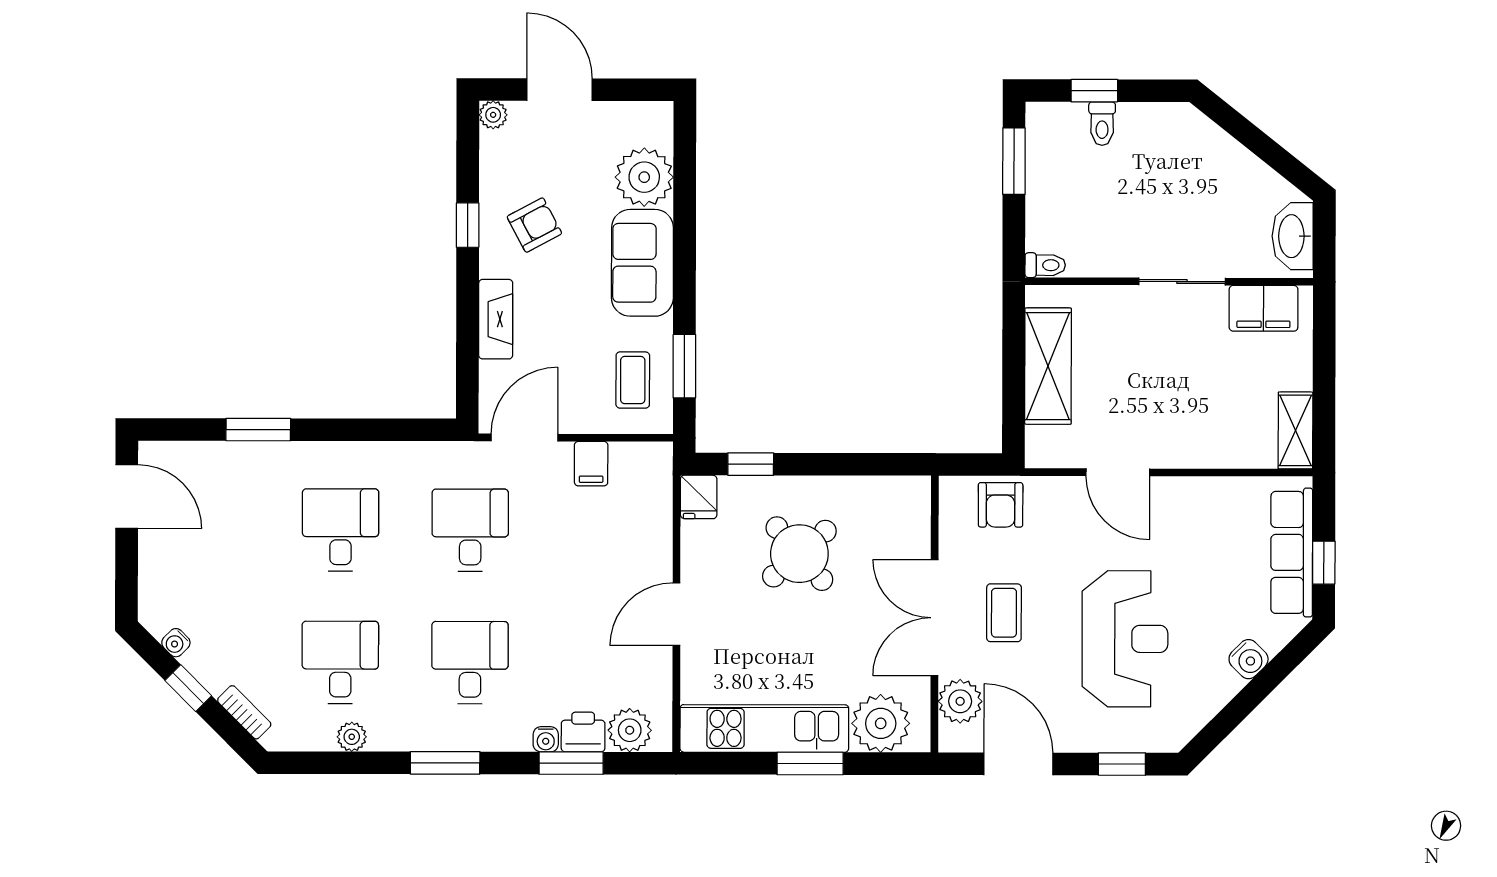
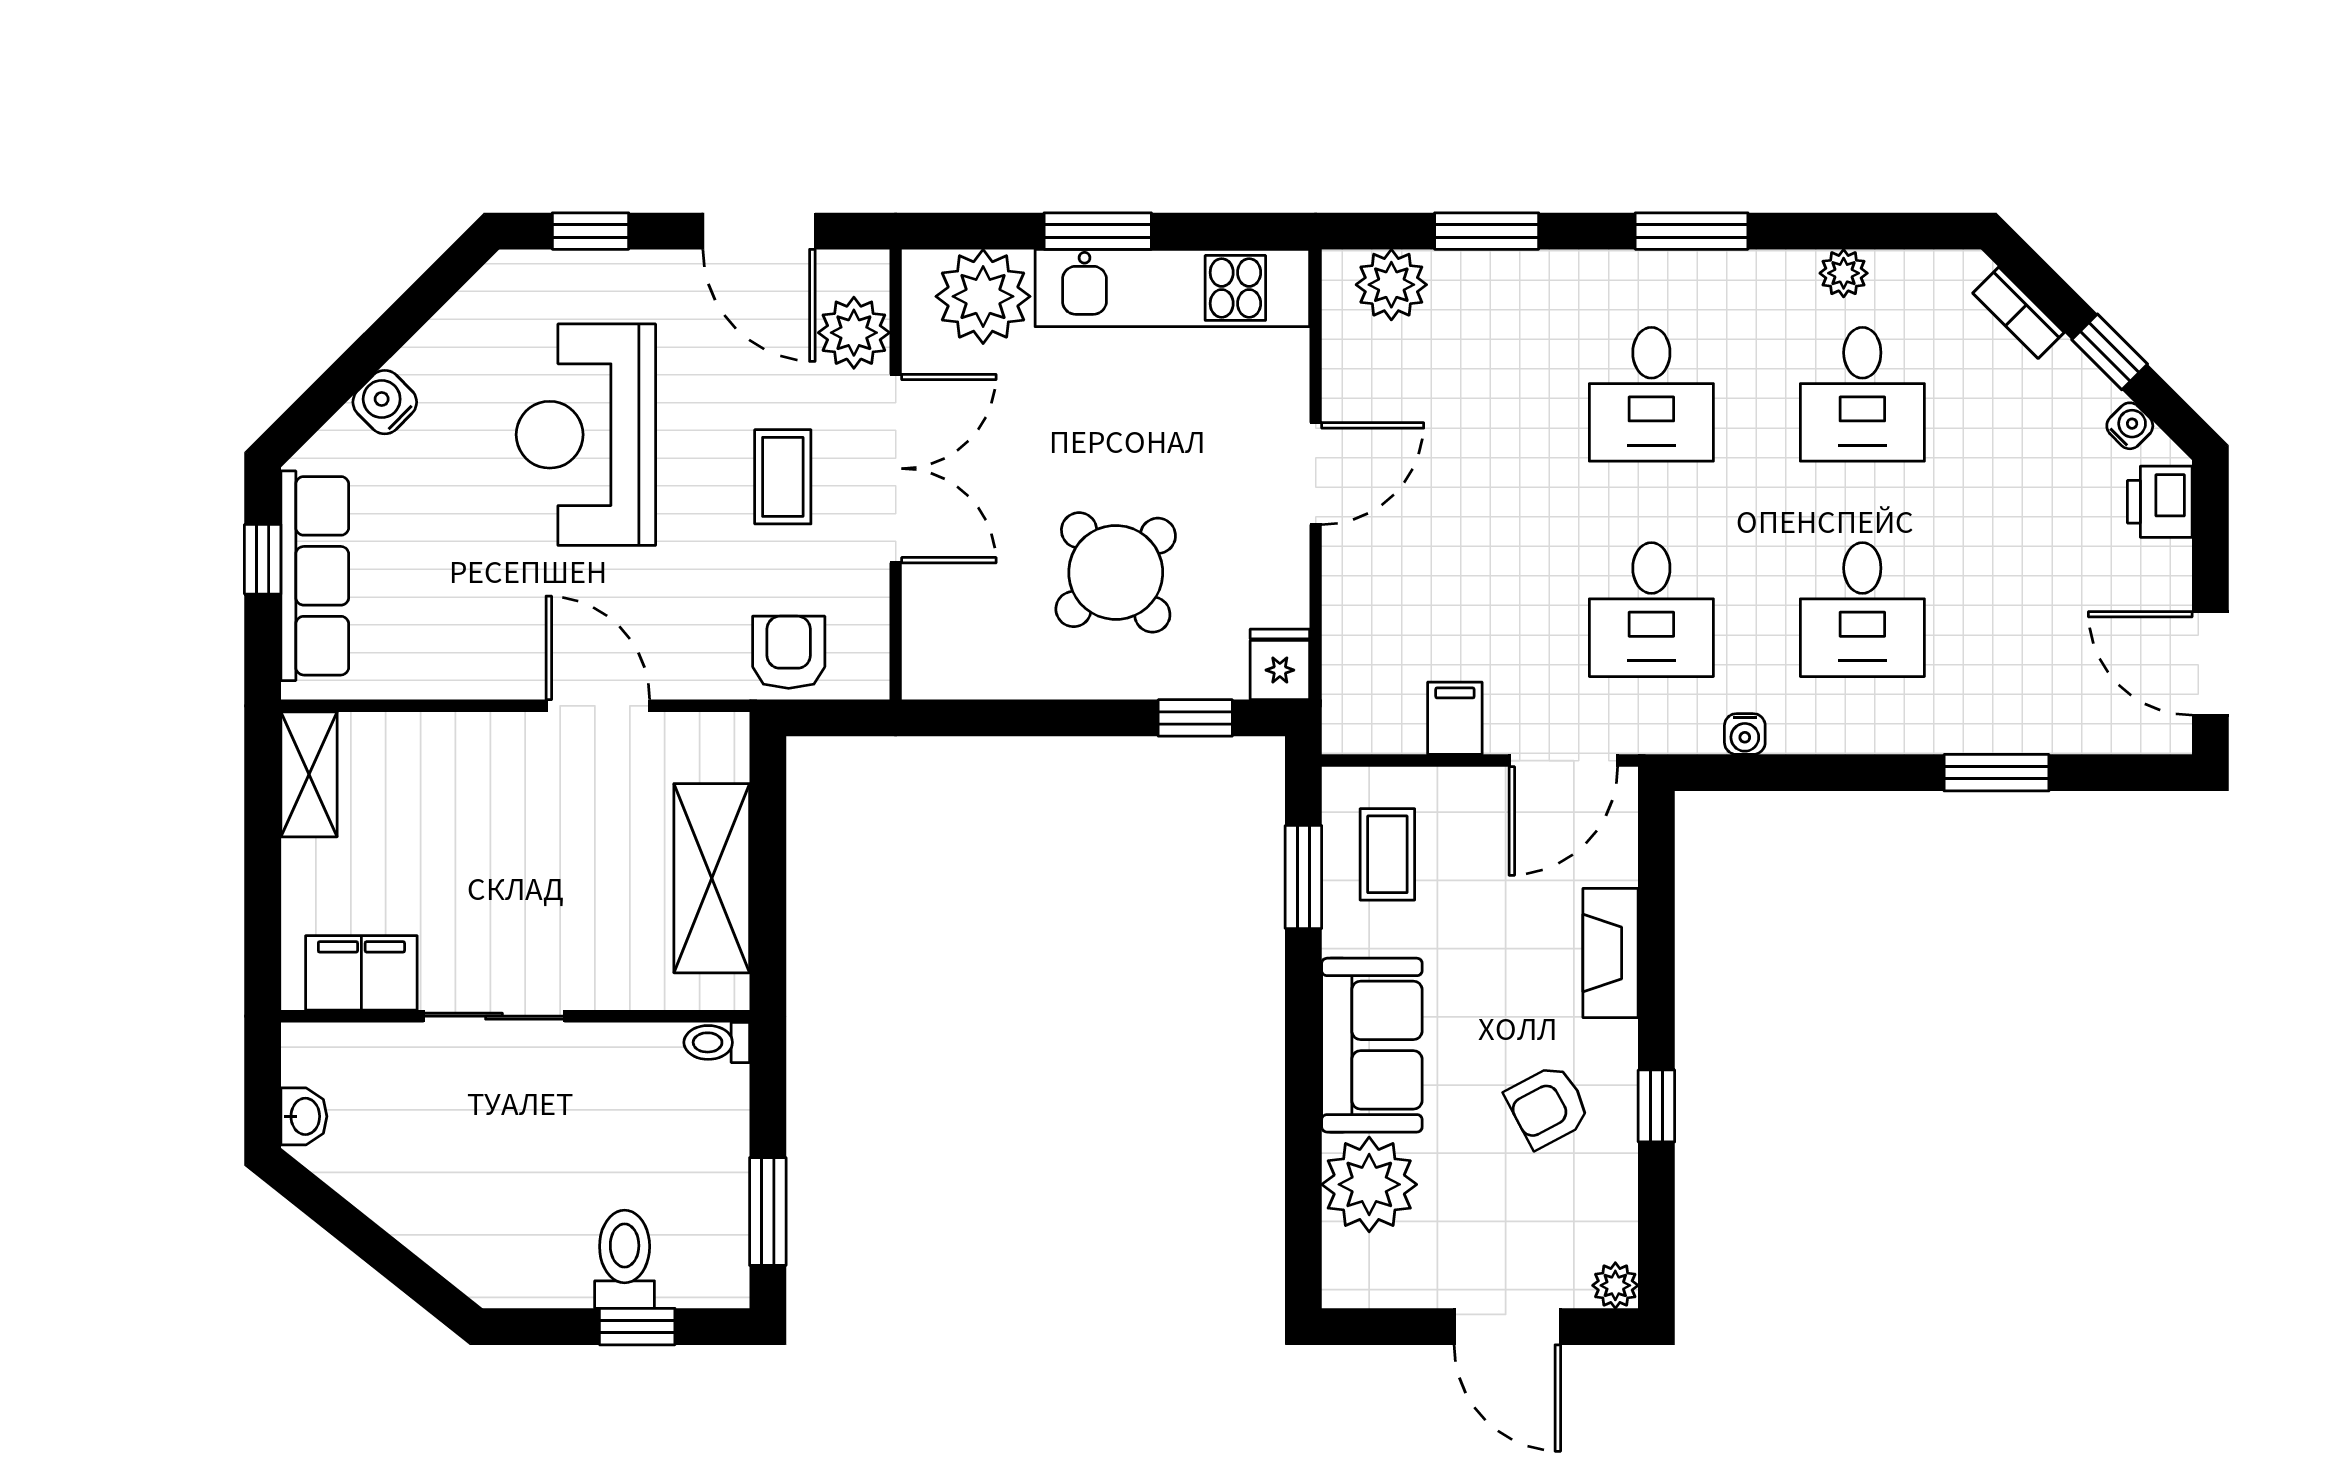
toilet: (1102, 124) -> (625, 1259), width x1.37, depth x1.39
washbasin: (1293, 236) -> (304, 1116), width x0.52, depth x0.69
printer: (583, 732) -> (2160, 502), moved, turned 90
water cooler: (546, 739) -> (1745, 734), moved, turned 180

